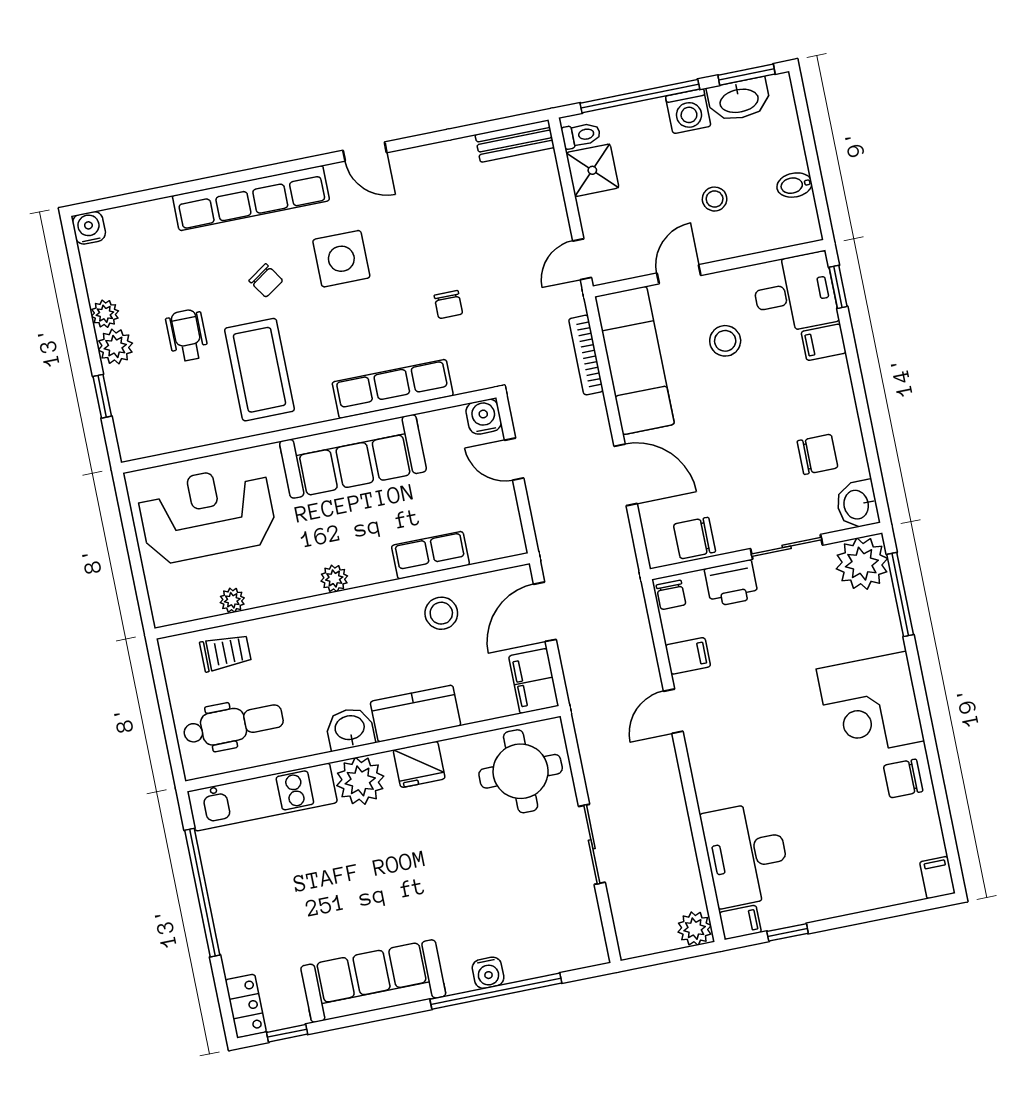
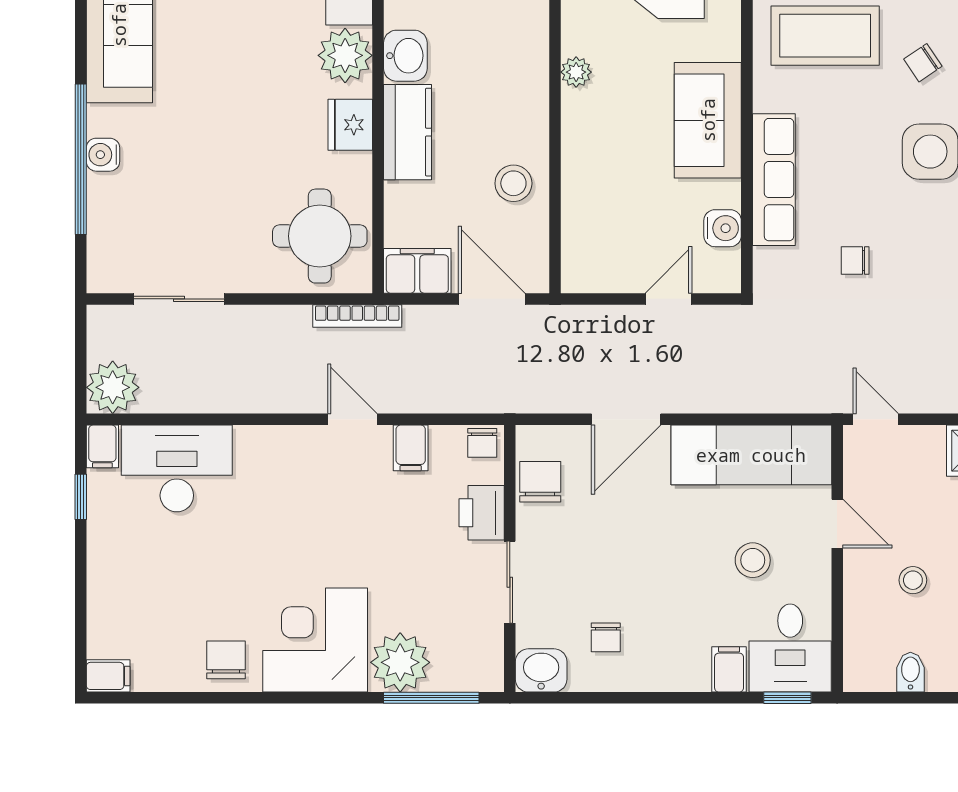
bookcase: (586, 355) -> (357, 316), moved, turned 180
water cooler: (484, 417) -> (723, 228), moved
chair: (817, 454) -> (606, 637), width x0.73, depth x0.73
sofa: (353, 456) -> (708, 120), width x0.73
row of seats: (430, 555) -> (580, 184), removed
plant: (862, 564) -> (400, 662), moved
chair: (671, 595) -> (482, 443), turned -90
sliding door: (592, 844) -> (179, 299), moved
plant: (695, 929) -> (113, 387), width x1.36, depth x1.36

